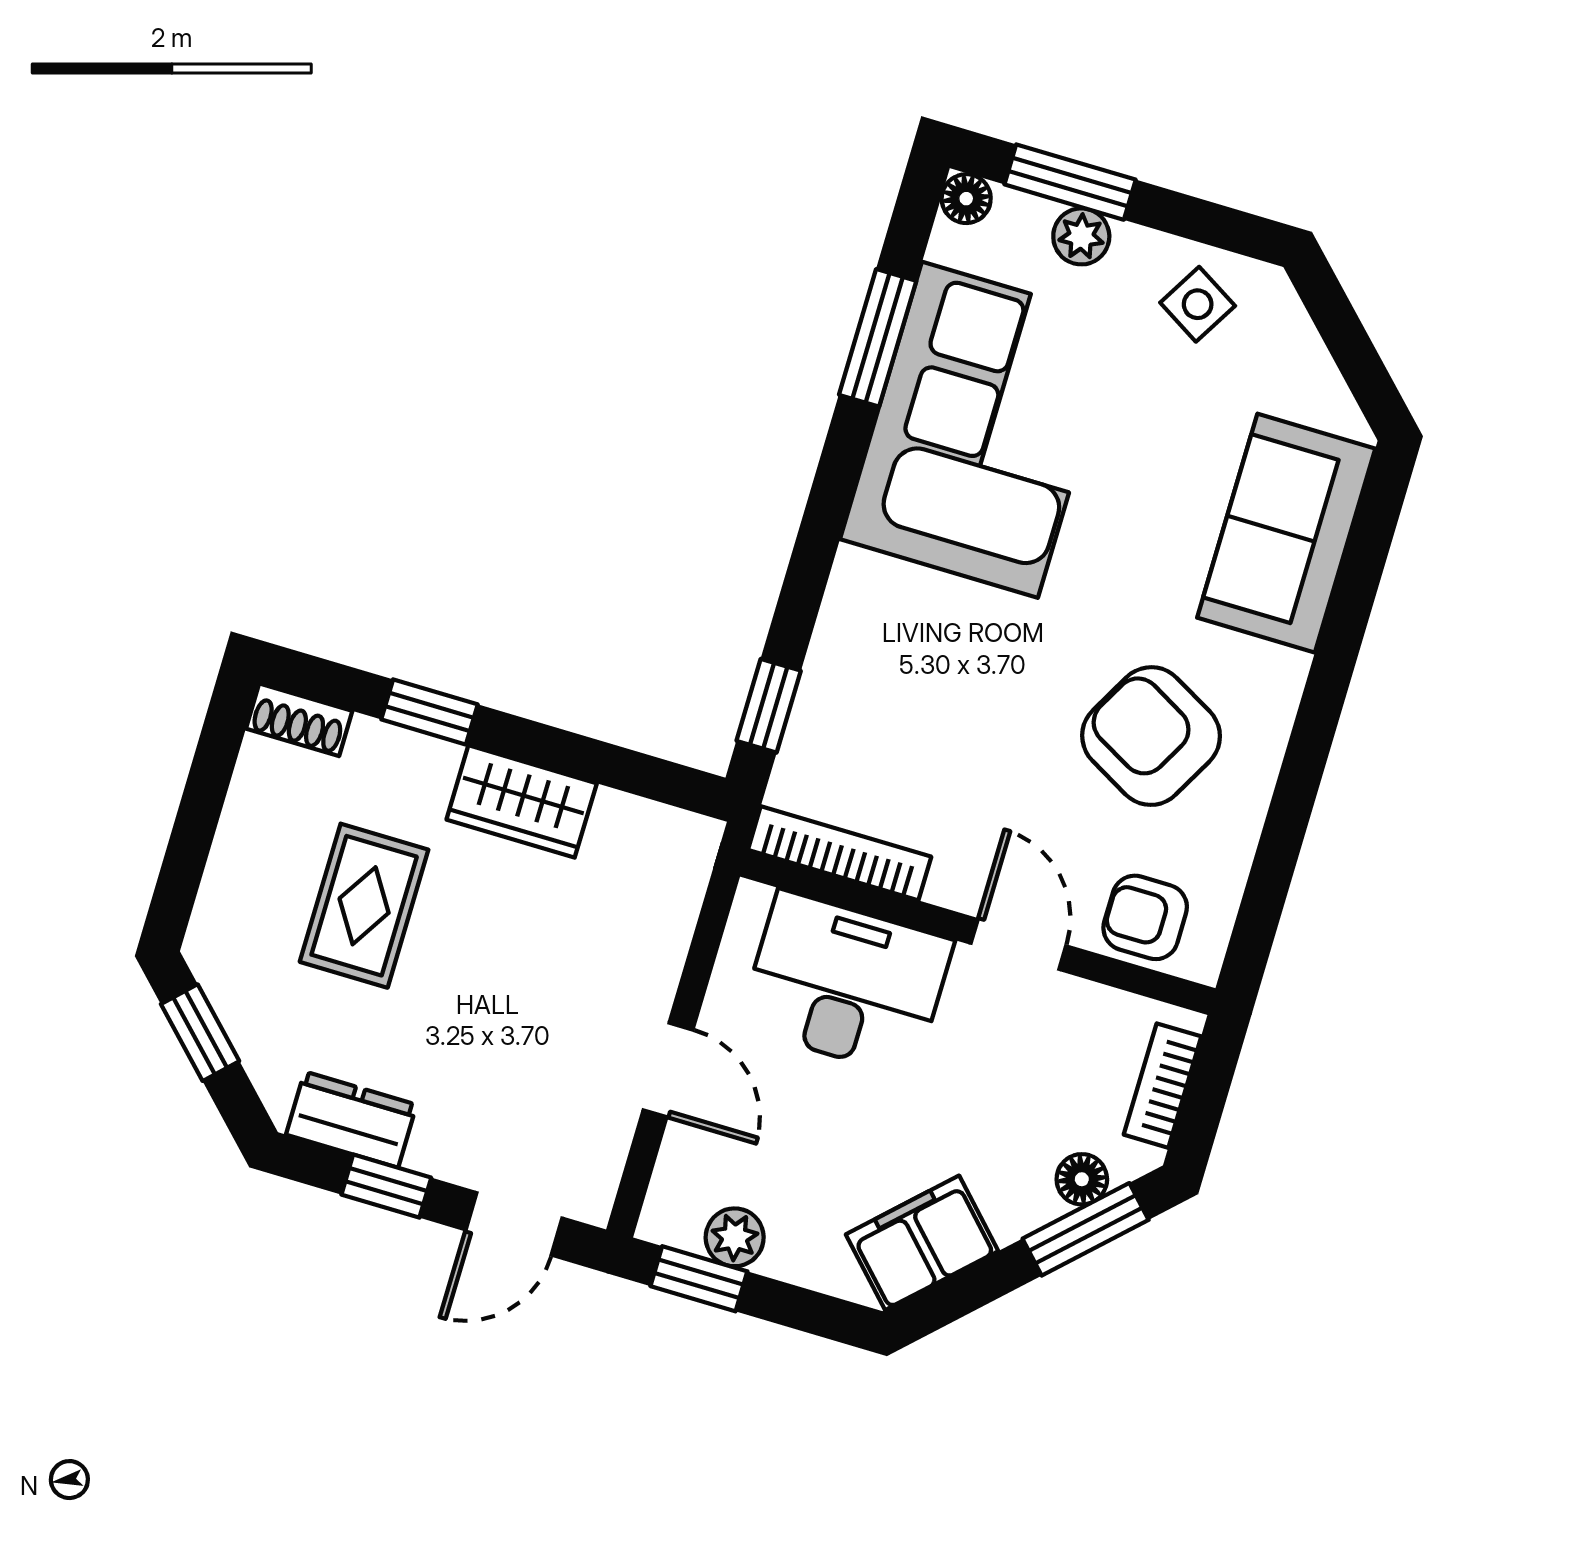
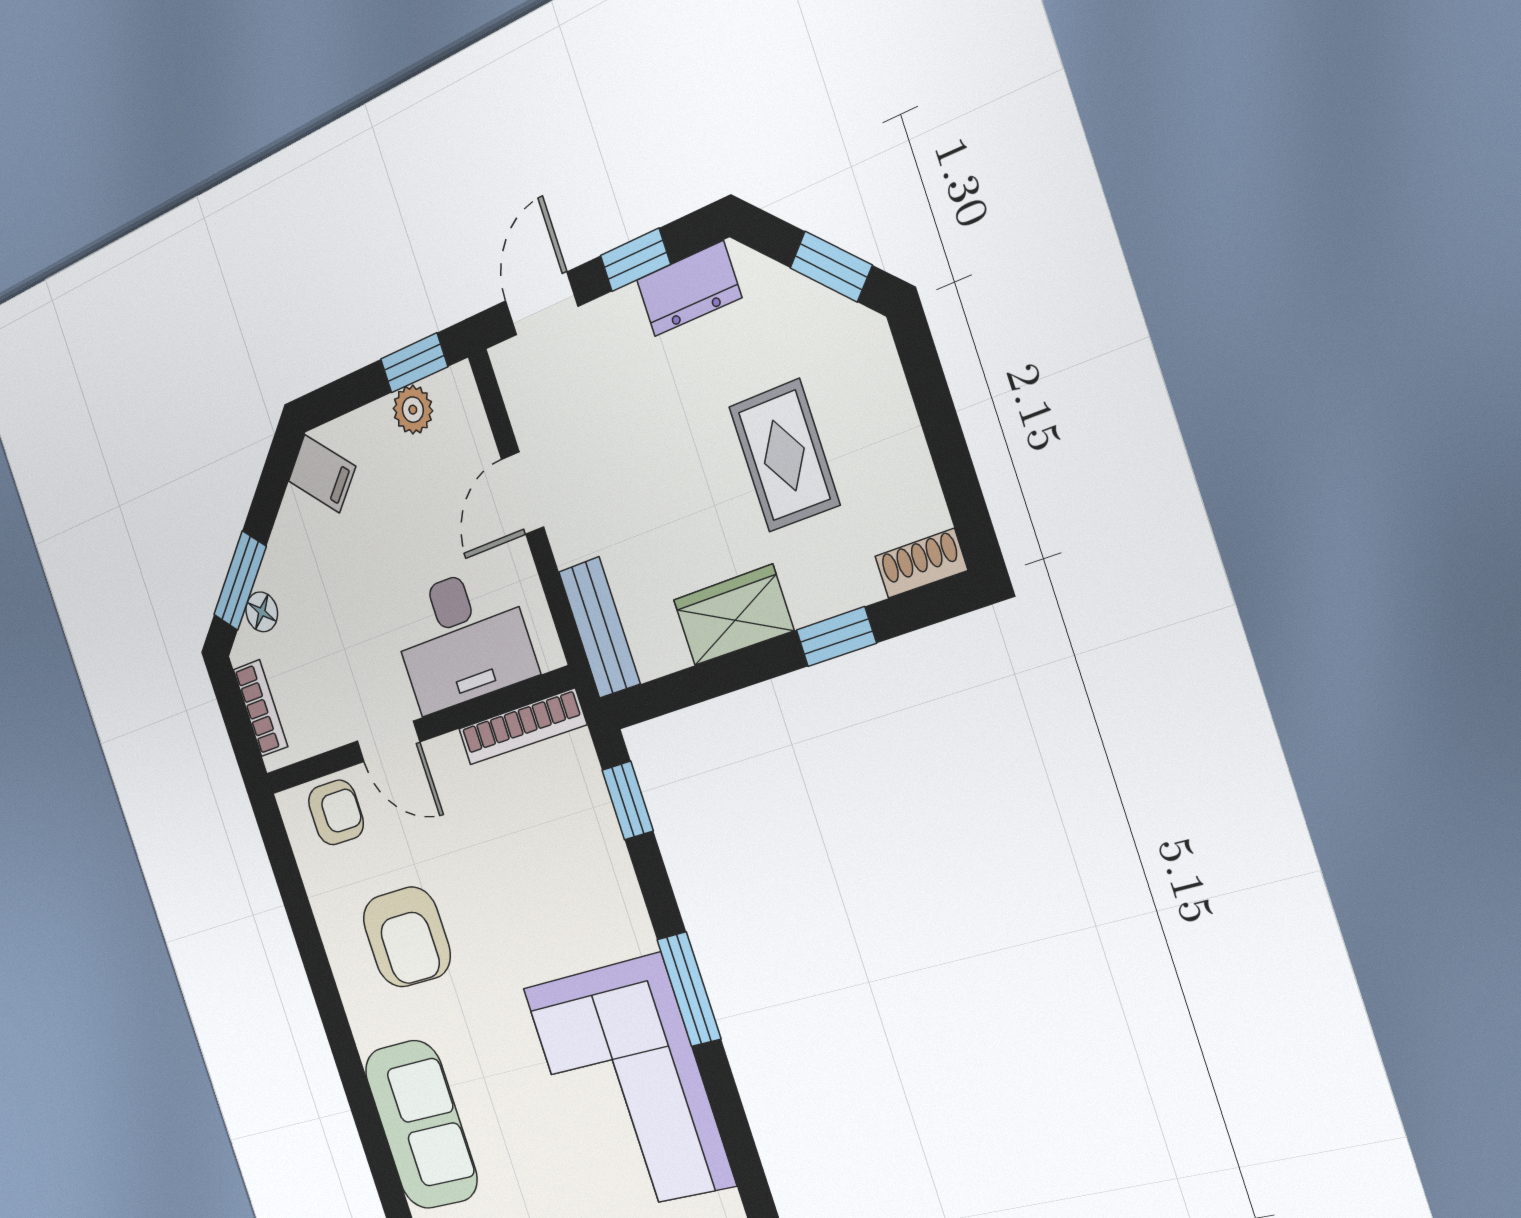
window: (878, 338) -> (689, 989), moved
armchair: (1151, 736) -> (407, 937), turned 61
bench: (677, 887) -> (599, 628), added
door: (668, 1070) -> (523, 493), hinge flipped
filing cabinet: (922, 1243) -> (322, 474), width x0.50

